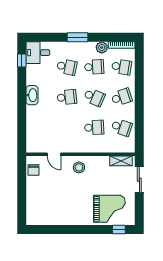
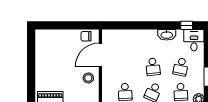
washbasin: (32, 95) -> (167, 35), moved
door: (54, 154) -> (100, 55), width x1.87

